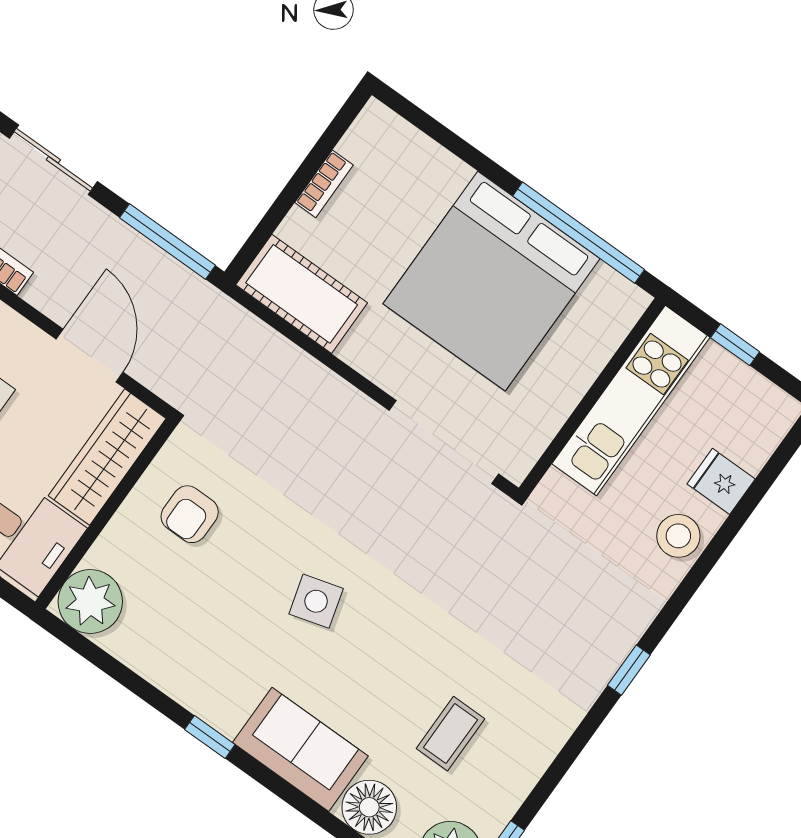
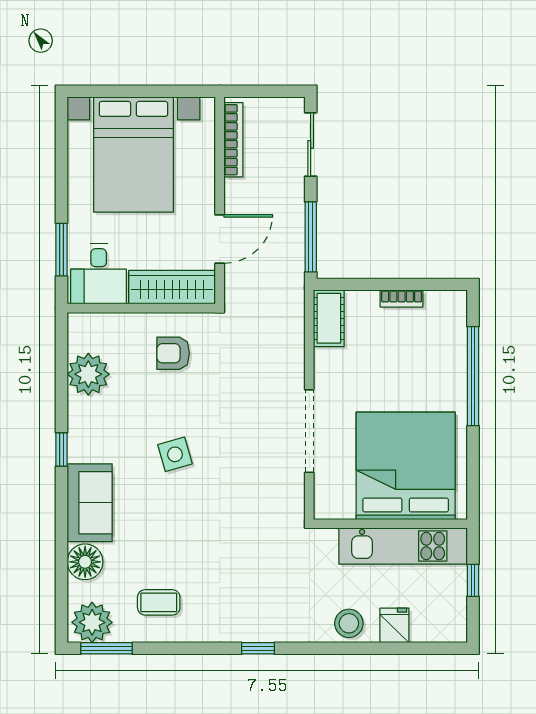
window: (579, 233) -> (473, 376), moved
bed: (491, 281) -> (406, 466), moved, turned 90
cot: (302, 294) -> (329, 318), width x0.73, depth x0.75
doorway: (444, 442) -> (309, 431), moved
plant: (90, 601) -> (88, 374), moved
coffee table: (450, 734) -> (159, 602), moved

